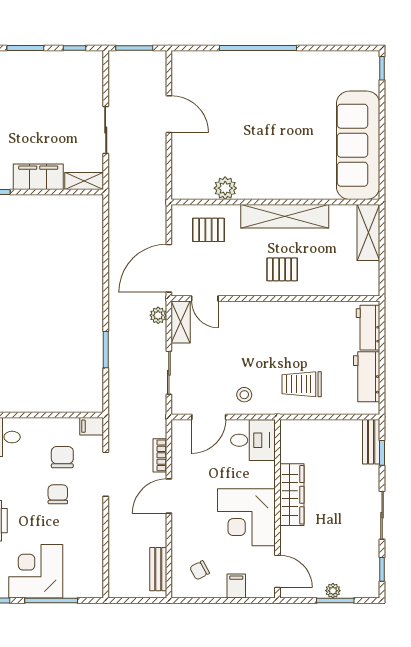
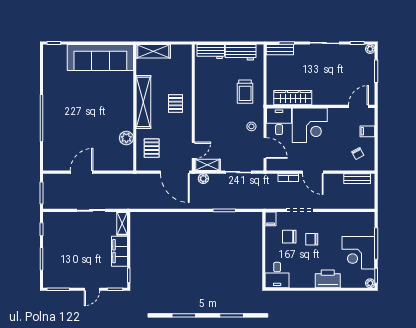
wardrobe: (292, 495) -> (293, 98), moved
corner desk: (246, 517) -> (310, 125), moved
plant: (333, 591) -> (370, 49), moved

